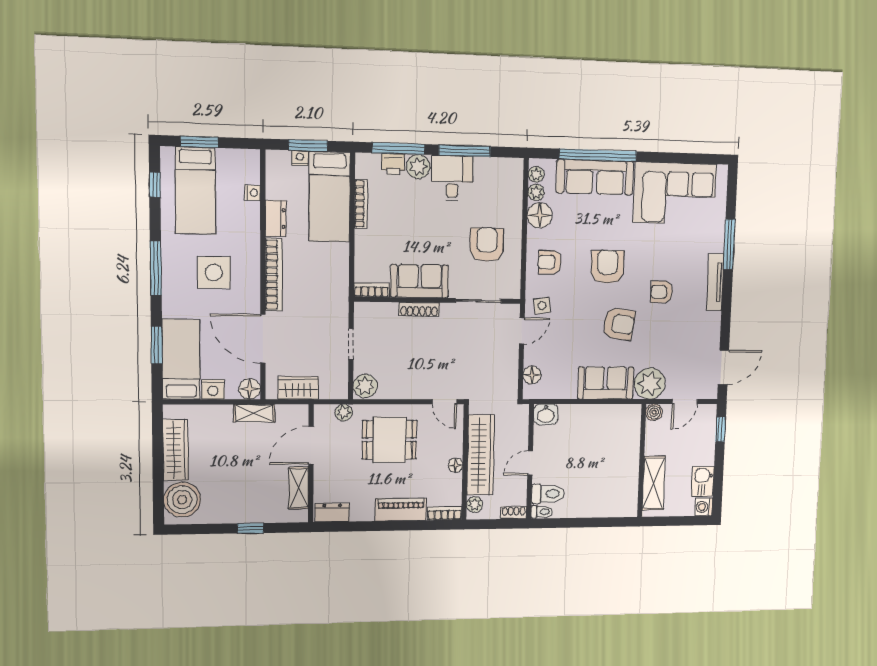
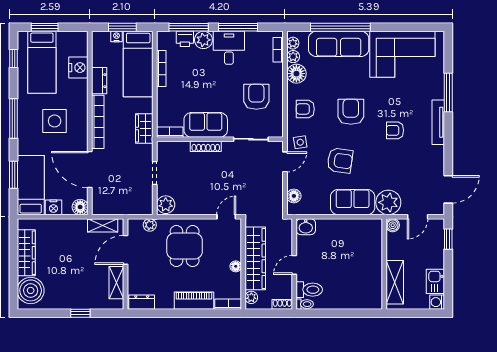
bookcase: (517, 183) -> (278, 50), added
nightstand: (253, 193) -> (78, 68), width x1.89, depth x1.79
armchair: (619, 324) -> (340, 161), moved
wardrobe: (298, 388) -> (144, 128), moved, turned -90
door: (444, 402) -> (226, 217), swing flipped
shelving: (254, 413) -> (103, 225), moved
dining table: (389, 440) -> (185, 246), turned 90

